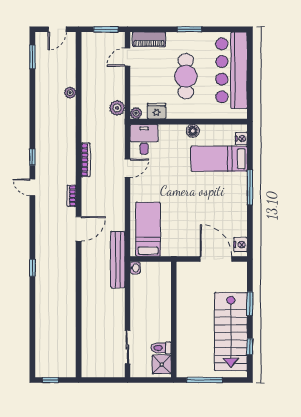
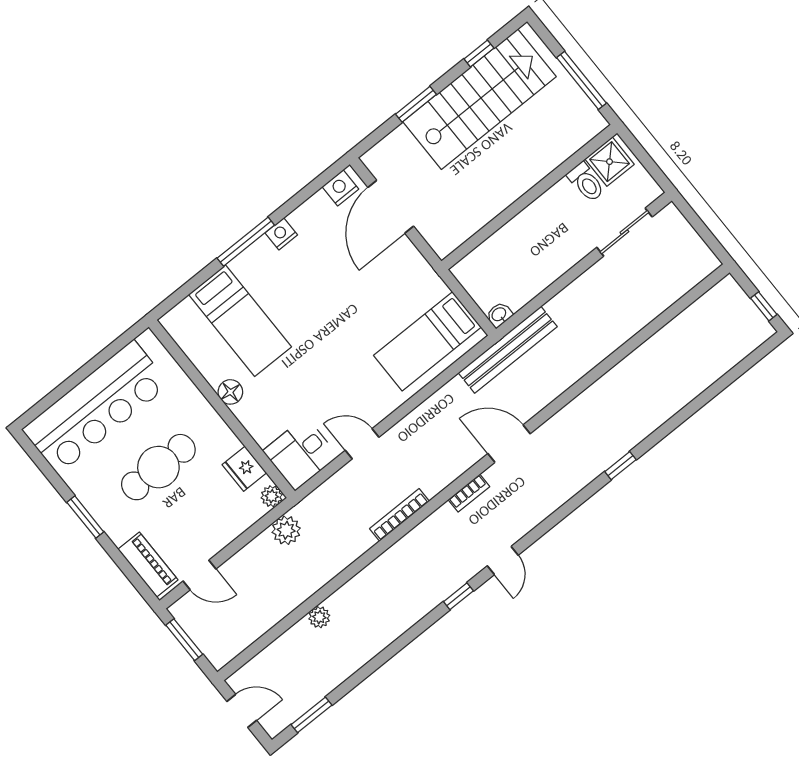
nightstand: (241, 139) -> (281, 234), moved

